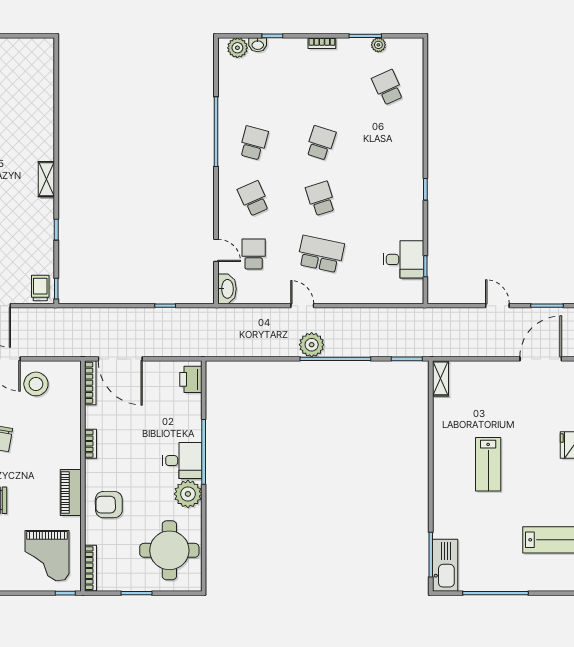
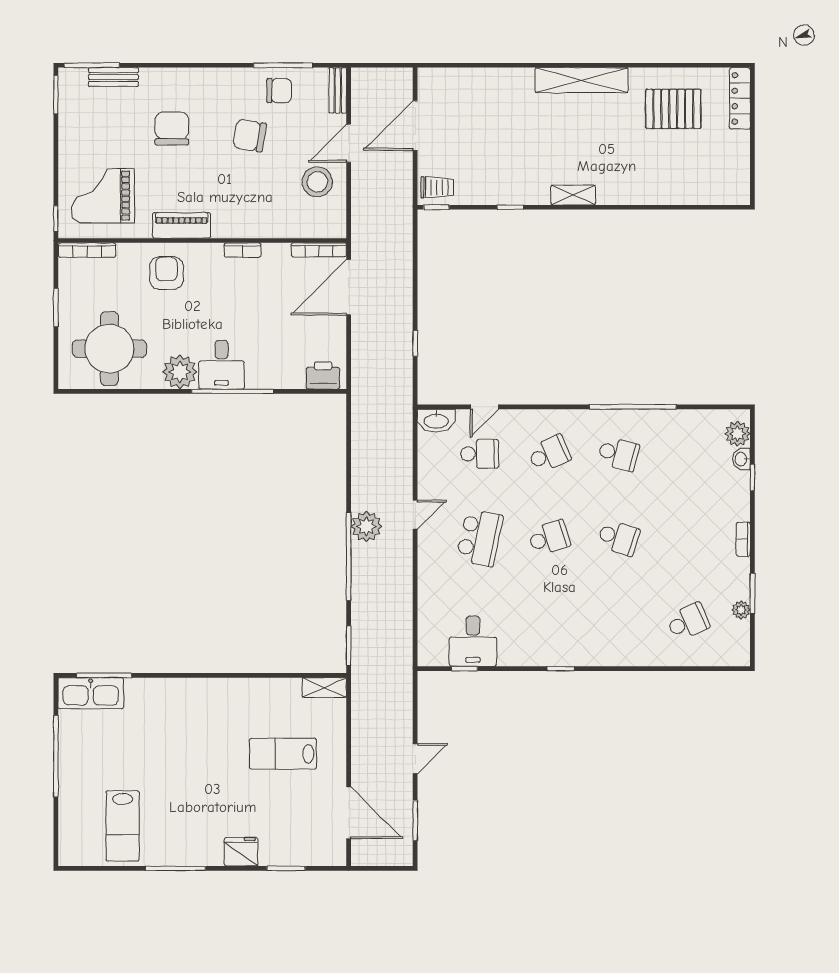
lab bench: (488, 464) -> (283, 754), moved

